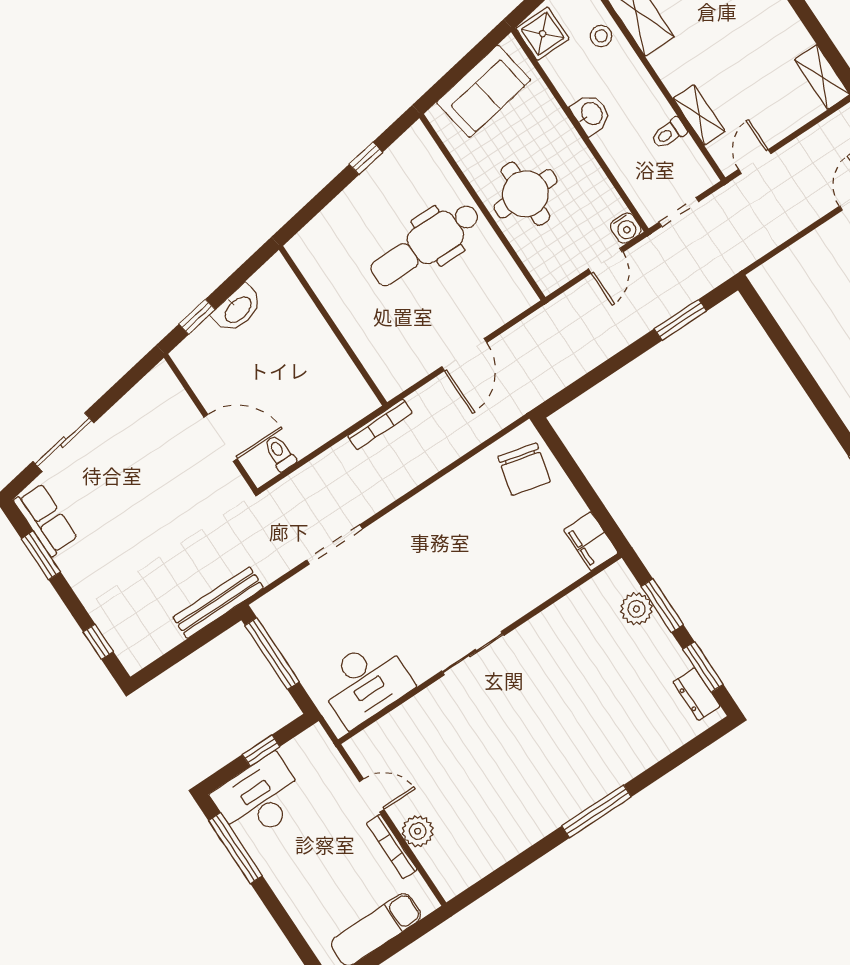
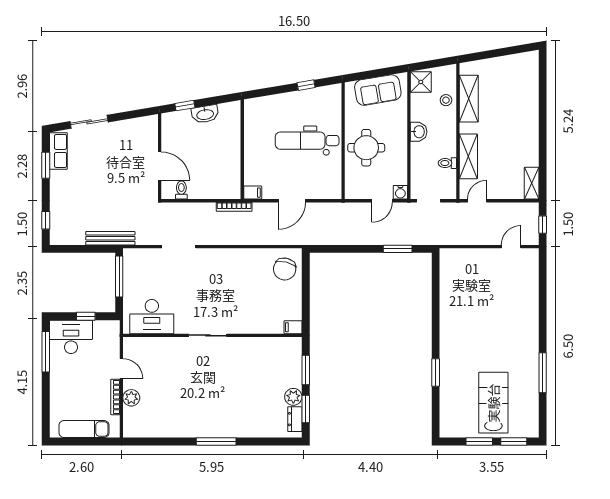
shelving: (699, 115) -> (468, 156), width x1.50, depth x1.33
filing cabinet: (394, 383) -> (253, 193), added
filing cabinet: (591, 541) -> (293, 327), width x0.50
plant: (636, 609) -> (293, 397), moved

